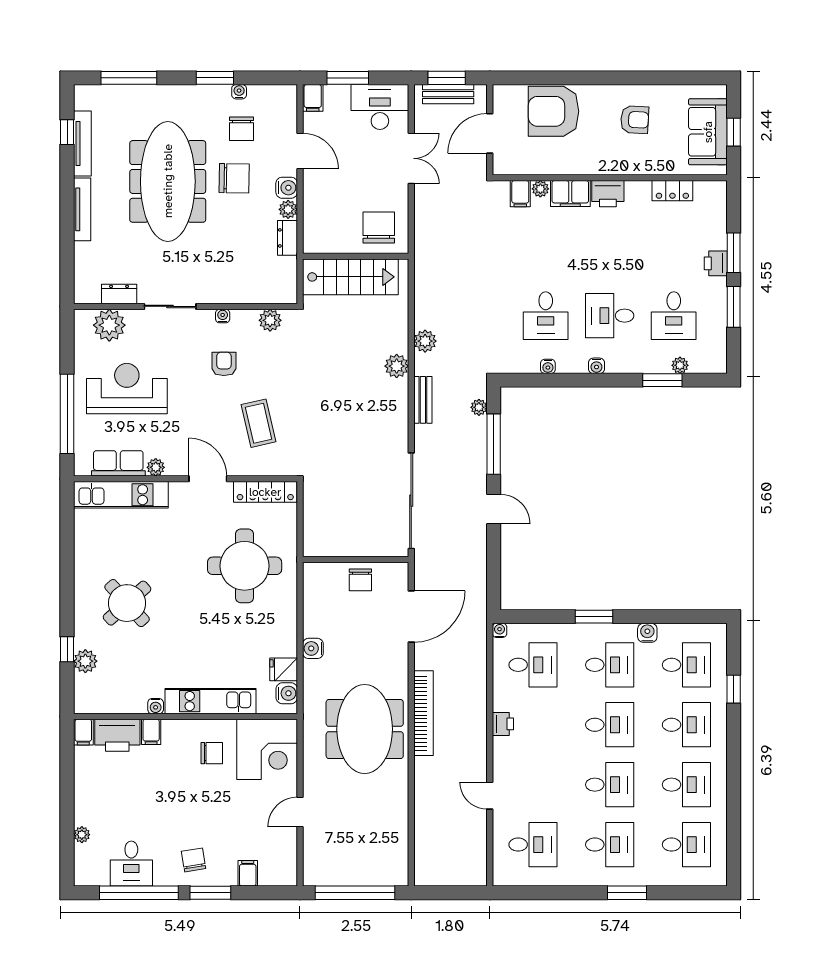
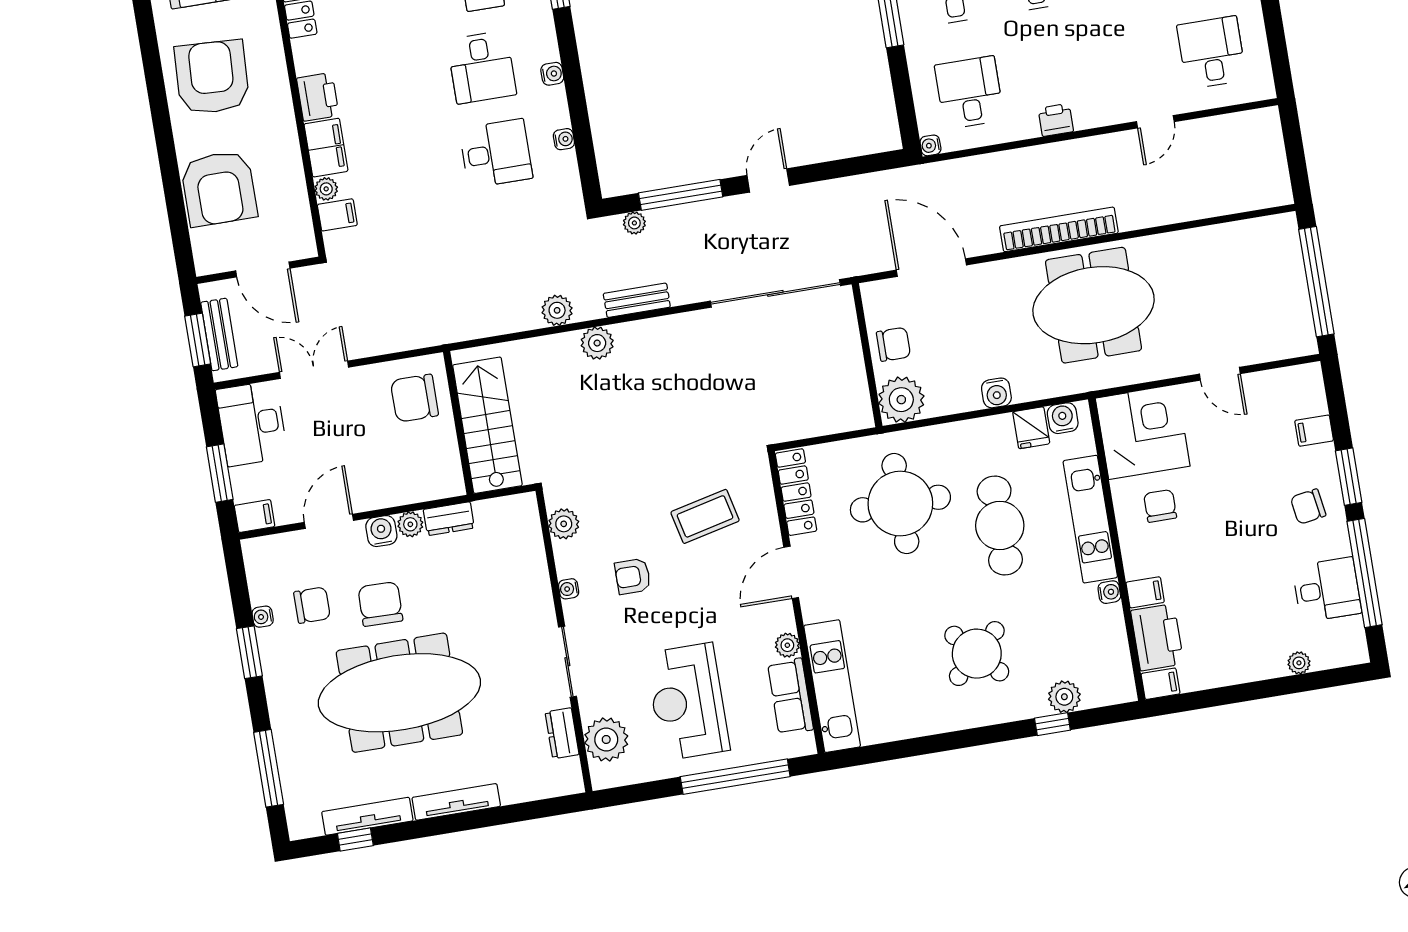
armchair: (635, 120) -> (212, 77), width x1.88, depth x1.88
plant: (319, 579) -> (901, 400), added
cafe table: (217, 635) -> (1000, 525), added

